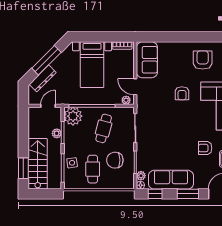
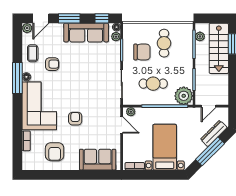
sofa: (147, 60) -> (98, 160), moved, turned 90
cafe table: (104, 128) -> (153, 84), turned 75
plant: (57, 133) -> (200, 36), moved
side table: (72, 163) -> (185, 49), removed

